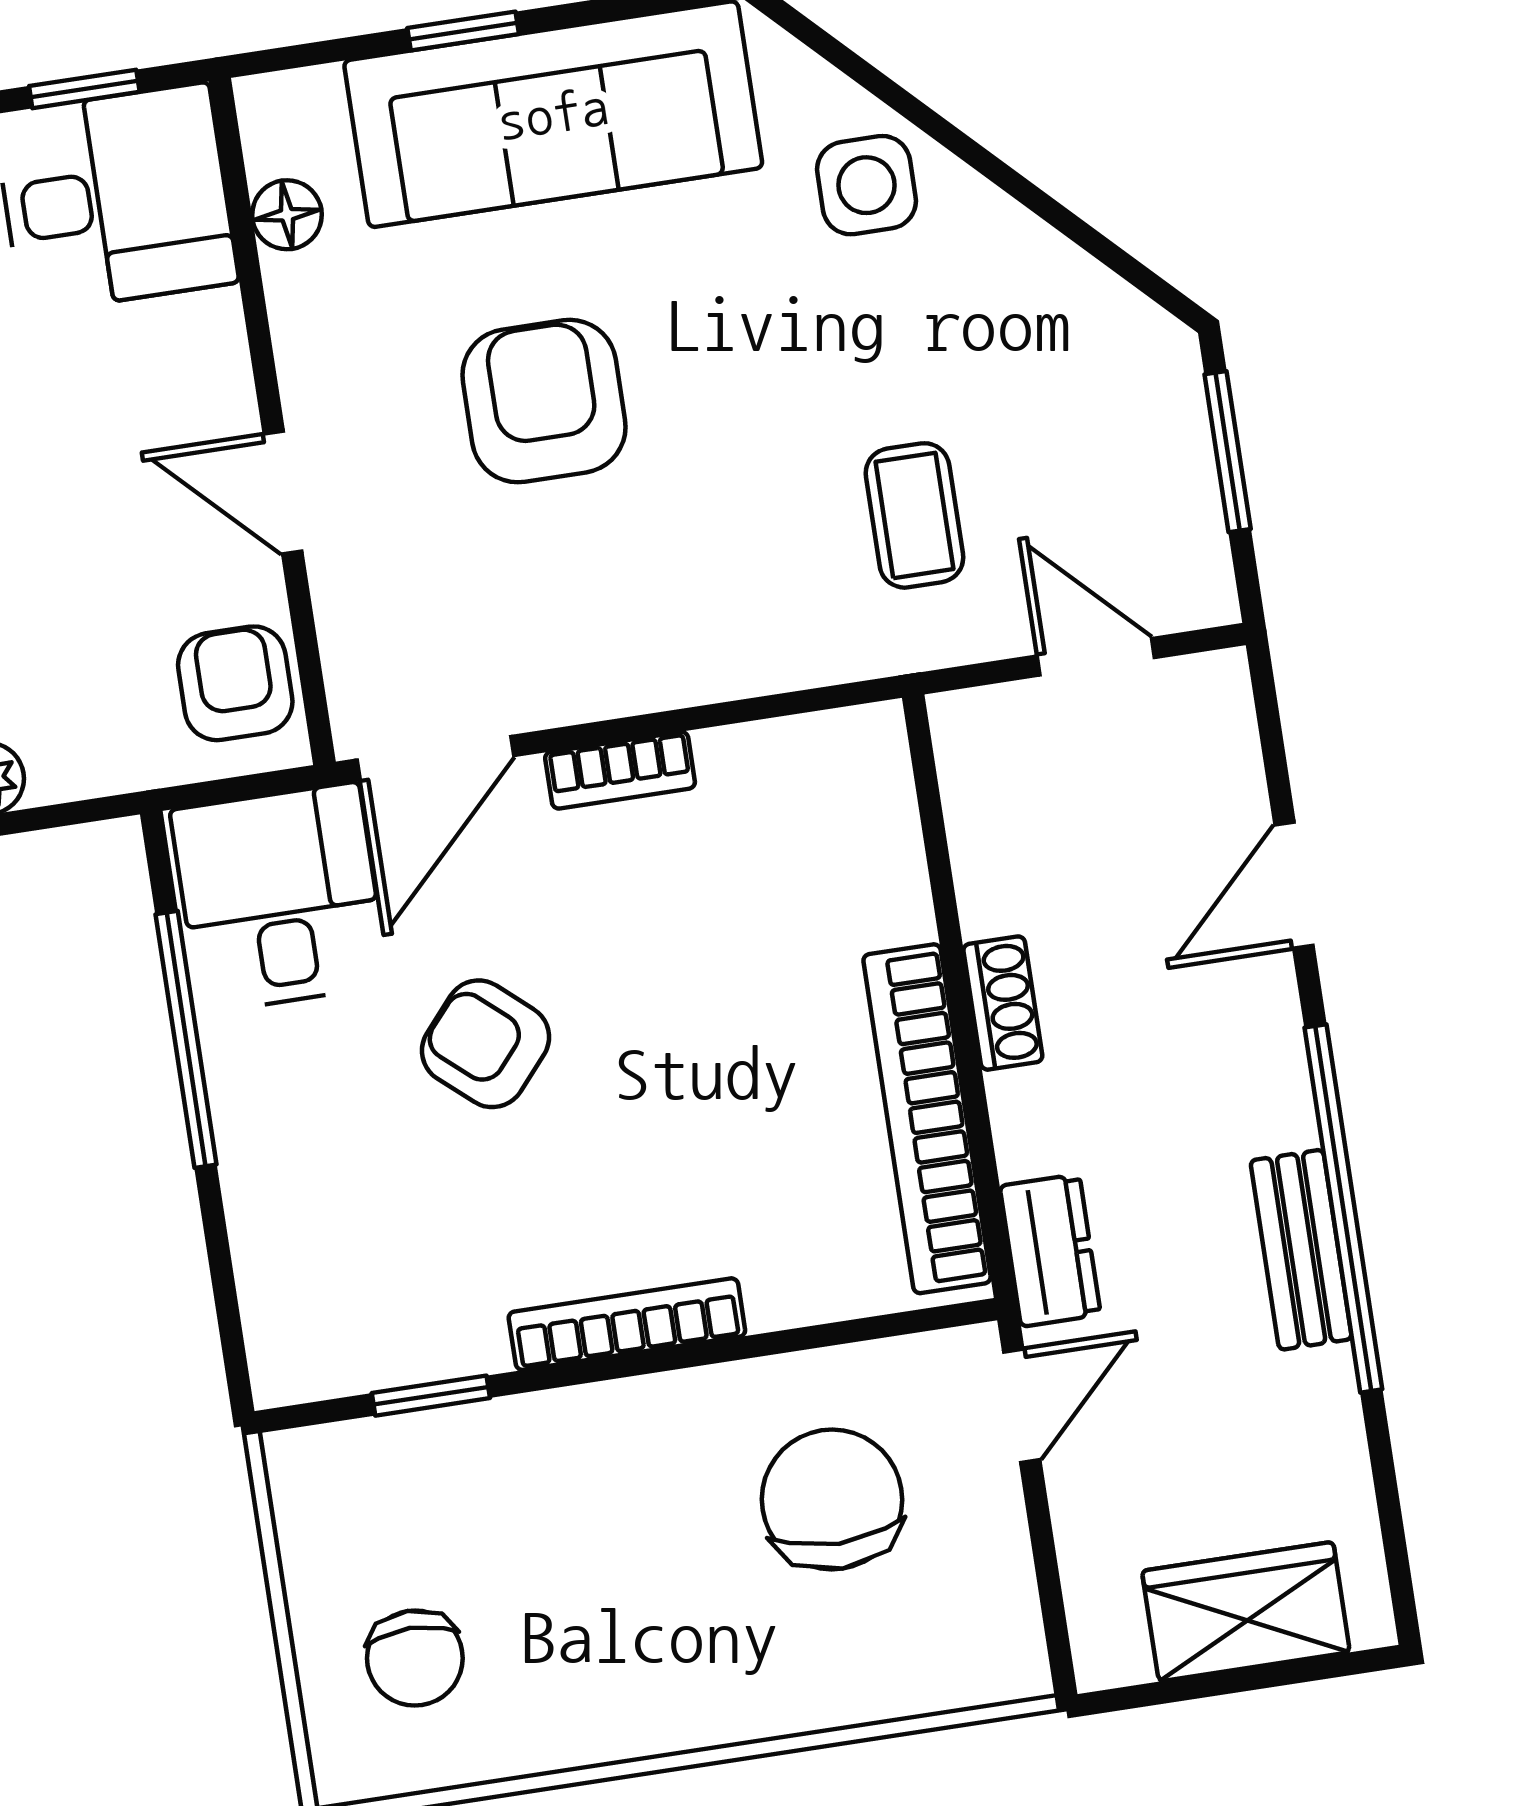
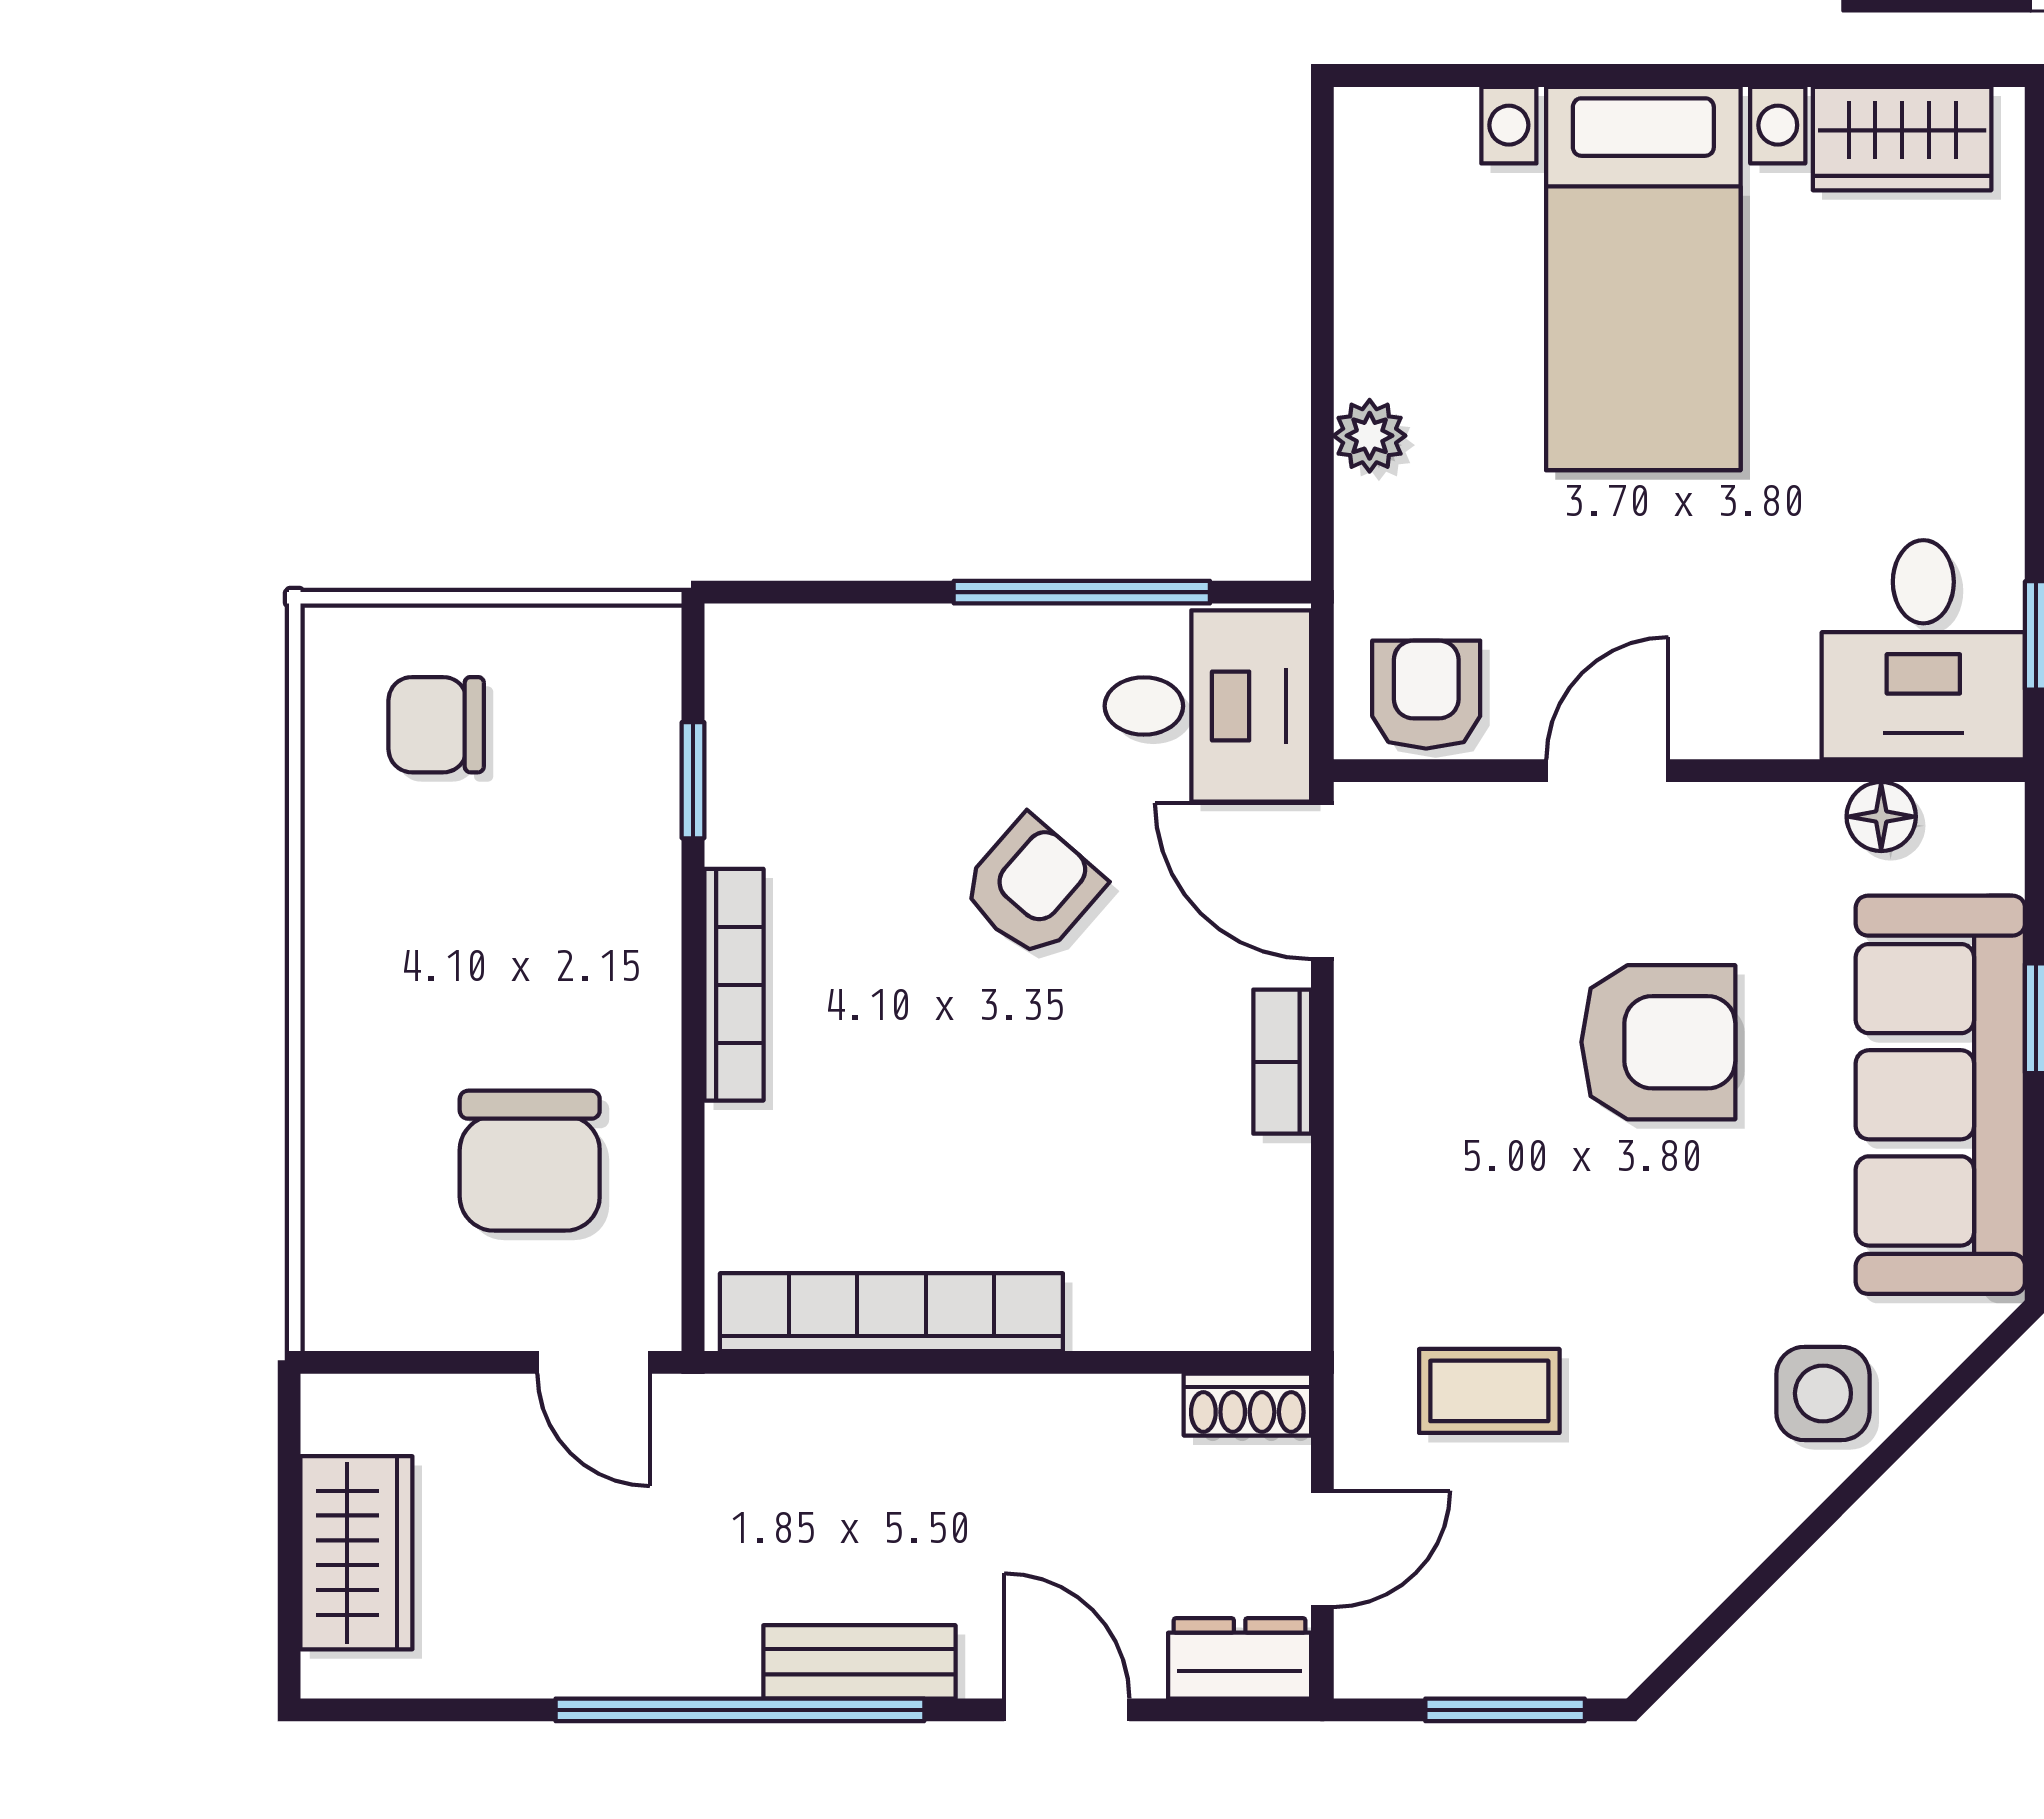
armchair: (235, 683) -> (1426, 695), turned -90
shoe rack: (1003, 1003) -> (1247, 1405), moved
dresser: (1050, 1250) -> (1240, 1658), moved, turned 180
bench: (1301, 1250) -> (859, 1662), moved
chair: (832, 1499) -> (530, 1161), turned 90

